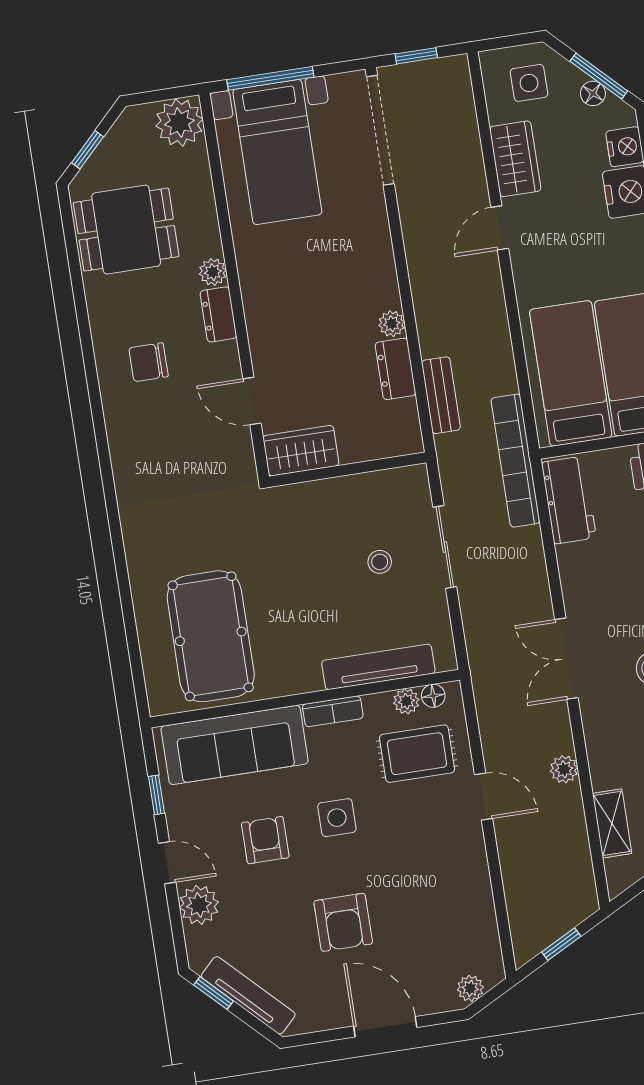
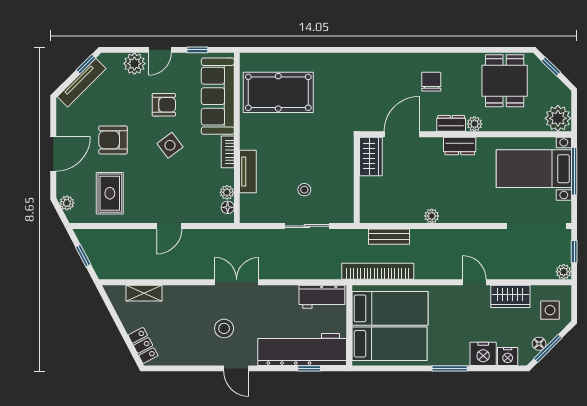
dresser: (395, 369) -> (460, 146), moved, turned 180
door: (252, 401) -> (402, 134), width x1.37
bookcase: (515, 461) -> (378, 271), moved
tv unit: (378, 667) -> (248, 171), width x0.71
rug: (417, 754) -> (110, 193), moved
plant: (564, 769) -> (564, 272), moved
side table: (337, 818) -> (170, 145), turned -37

